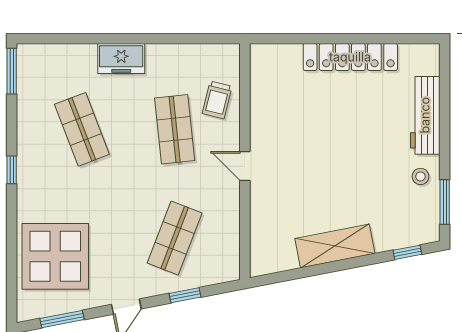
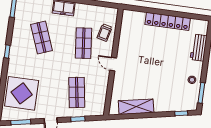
workbench: (425, 115) -> (199, 48), width x0.73
shop shelf: (175, 238) -> (77, 92), turned -30
shelving: (335, 246) -> (136, 107), moved

